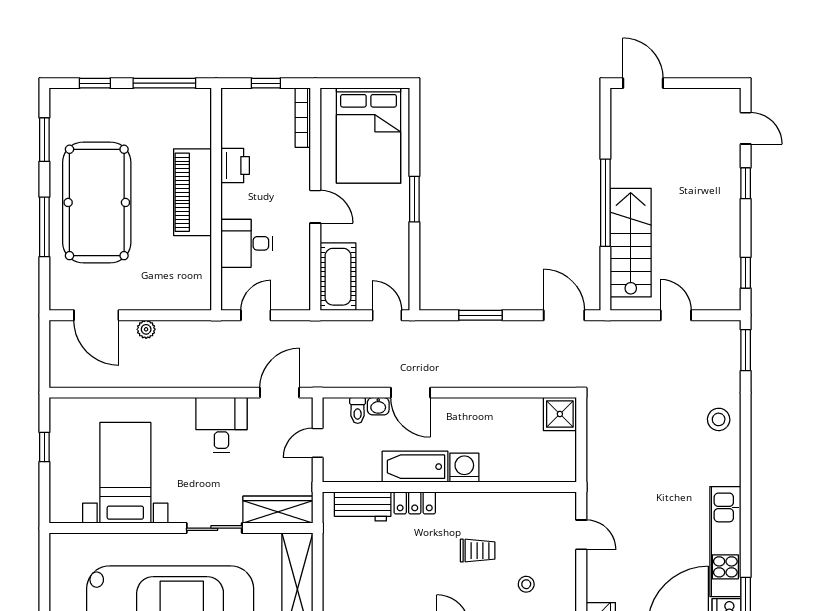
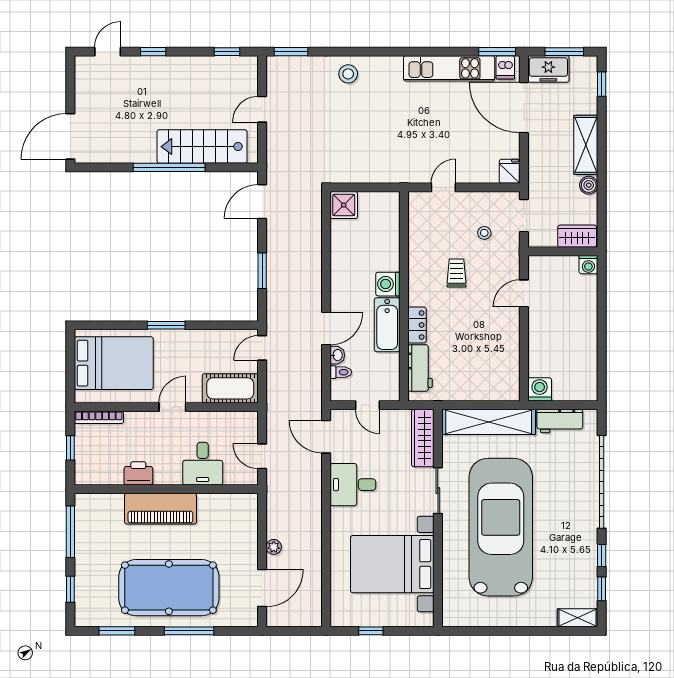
door: (643, 83) -> (70, 136), width x1.36
bed with nightstands: (125, 473) -> (392, 564), width x1.36

